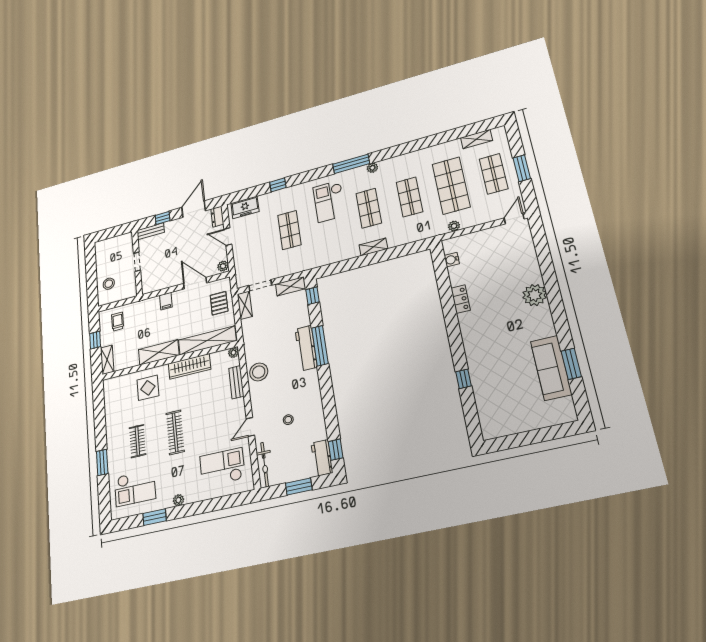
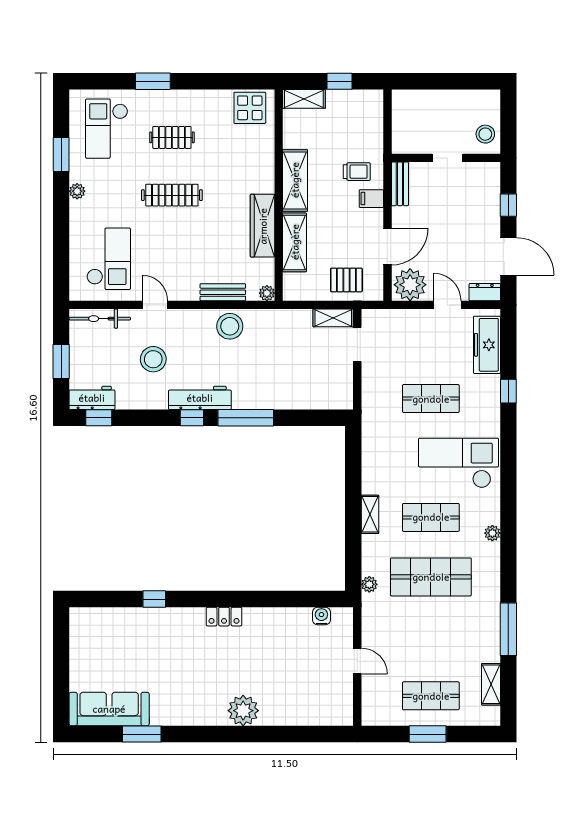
window: (351, 164) -> (508, 629), moved
shop shelf: (451, 185) -> (431, 636), removed
shop shelf: (409, 197) -> (431, 577), width x1.43, depth x1.36
checkout: (329, 201) -> (459, 463), width x1.36, depth x1.21
freezer: (245, 207) -> (487, 345), width x1.40
door: (514, 218) -> (357, 661), moved
plant: (454, 226) -> (369, 584), moved
bench: (151, 231) -> (400, 184), moved
door: (228, 237) -> (447, 305), hinge flipped
plant: (223, 266) -> (410, 285), width x1.88, depth x1.88
stool: (109, 284) -> (485, 134), moved
shelving: (291, 286) -> (344, 388), removed
window: (312, 296) -> (192, 418), moved
locker: (461, 299) -> (224, 617), moved
trolley: (118, 322) -> (357, 172), moved
shelving: (207, 340) -> (295, 242), width x0.68
workbench: (306, 348) -> (200, 398), moved
sofa: (551, 368) -> (109, 709), moved
display table: (148, 388) -> (250, 108), moved
stool: (288, 420) -> (153, 359), width x1.89, depth x1.89

